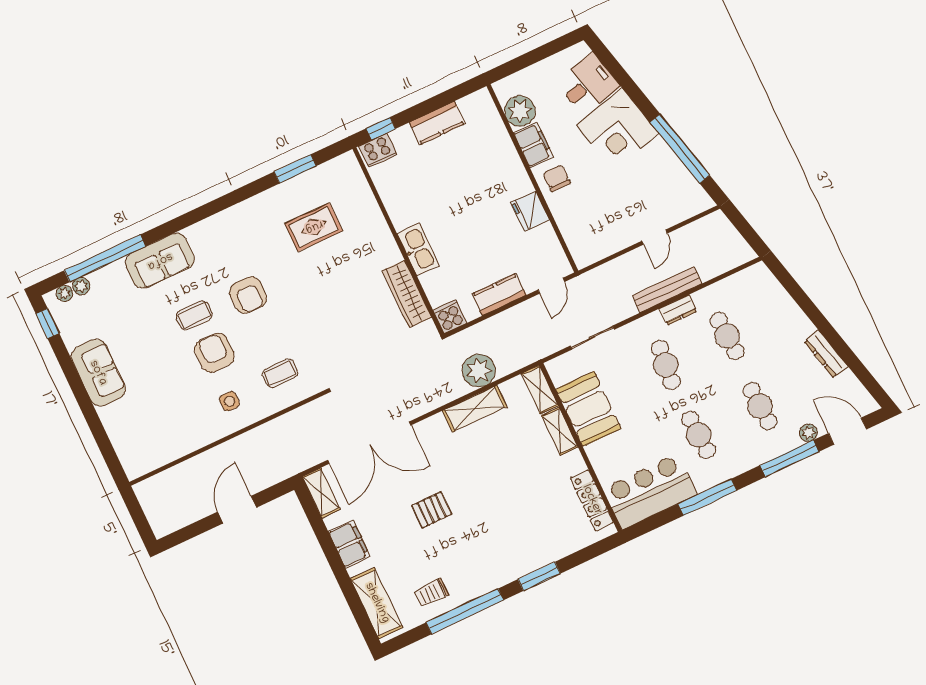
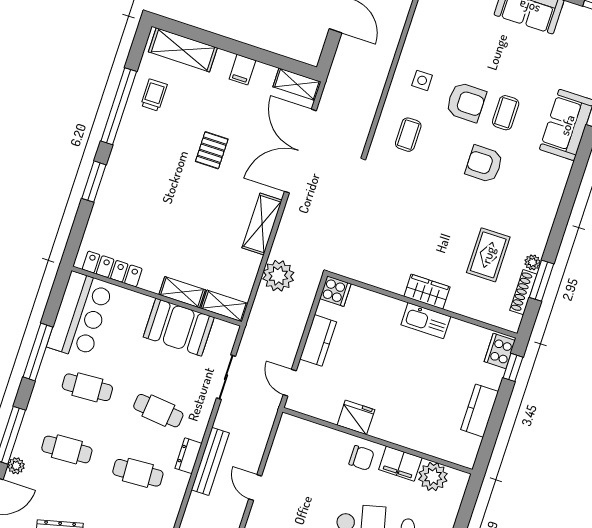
shoe rack: (317, 174) -> (523, 292), added
plant: (288, 189) -> (533, 262), added
kitchen sink: (418, 249) -> (426, 321), moved
wardrobe: (407, 294) -> (427, 292), moved, width x0.67
shelving: (475, 409) -> (262, 224), moved
filing cabinet: (349, 544) -> (242, 70), width x0.50

